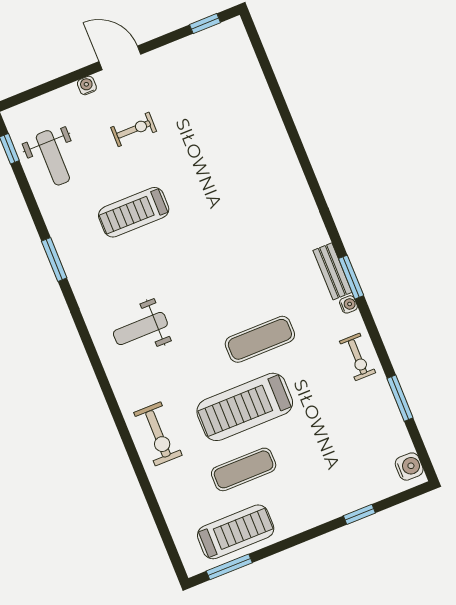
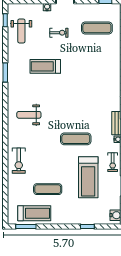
exercise mat: (210, 87) -> (97, 28), added
treadmill: (245, 407) -> (88, 177), moved, turned -90

